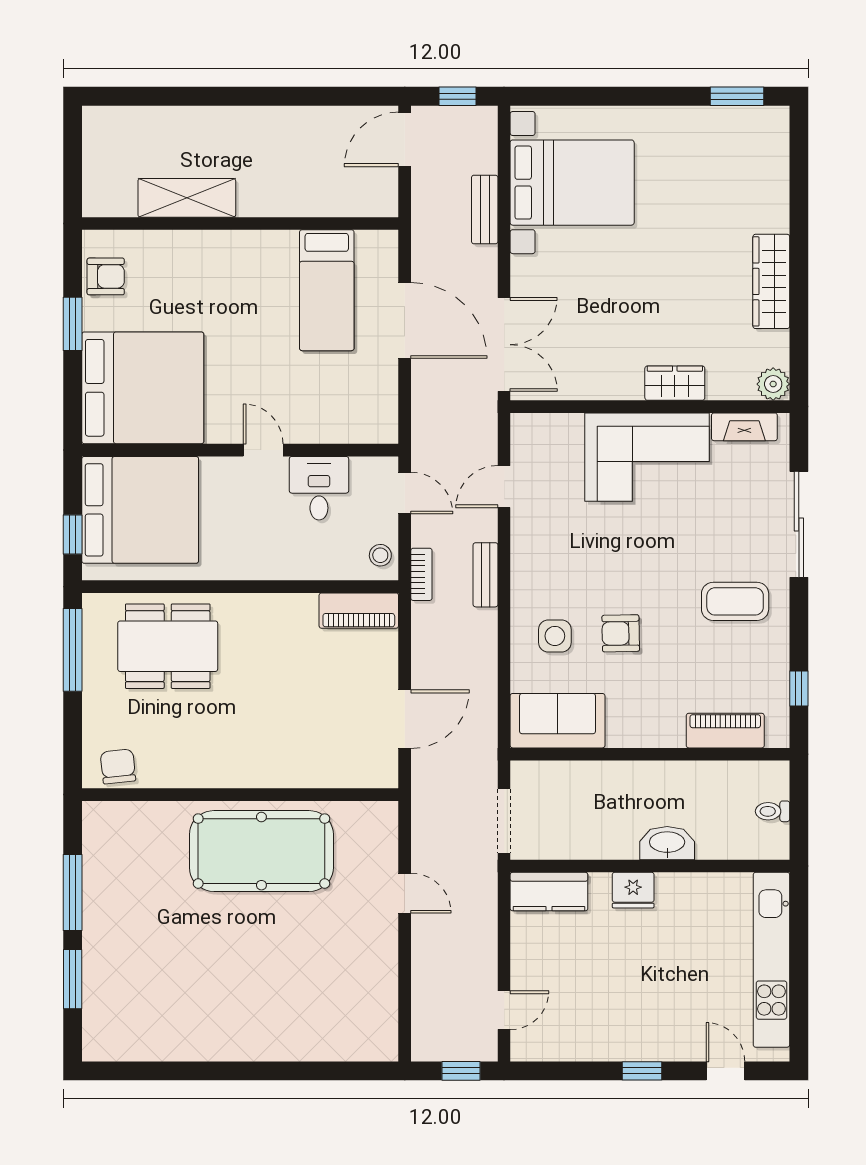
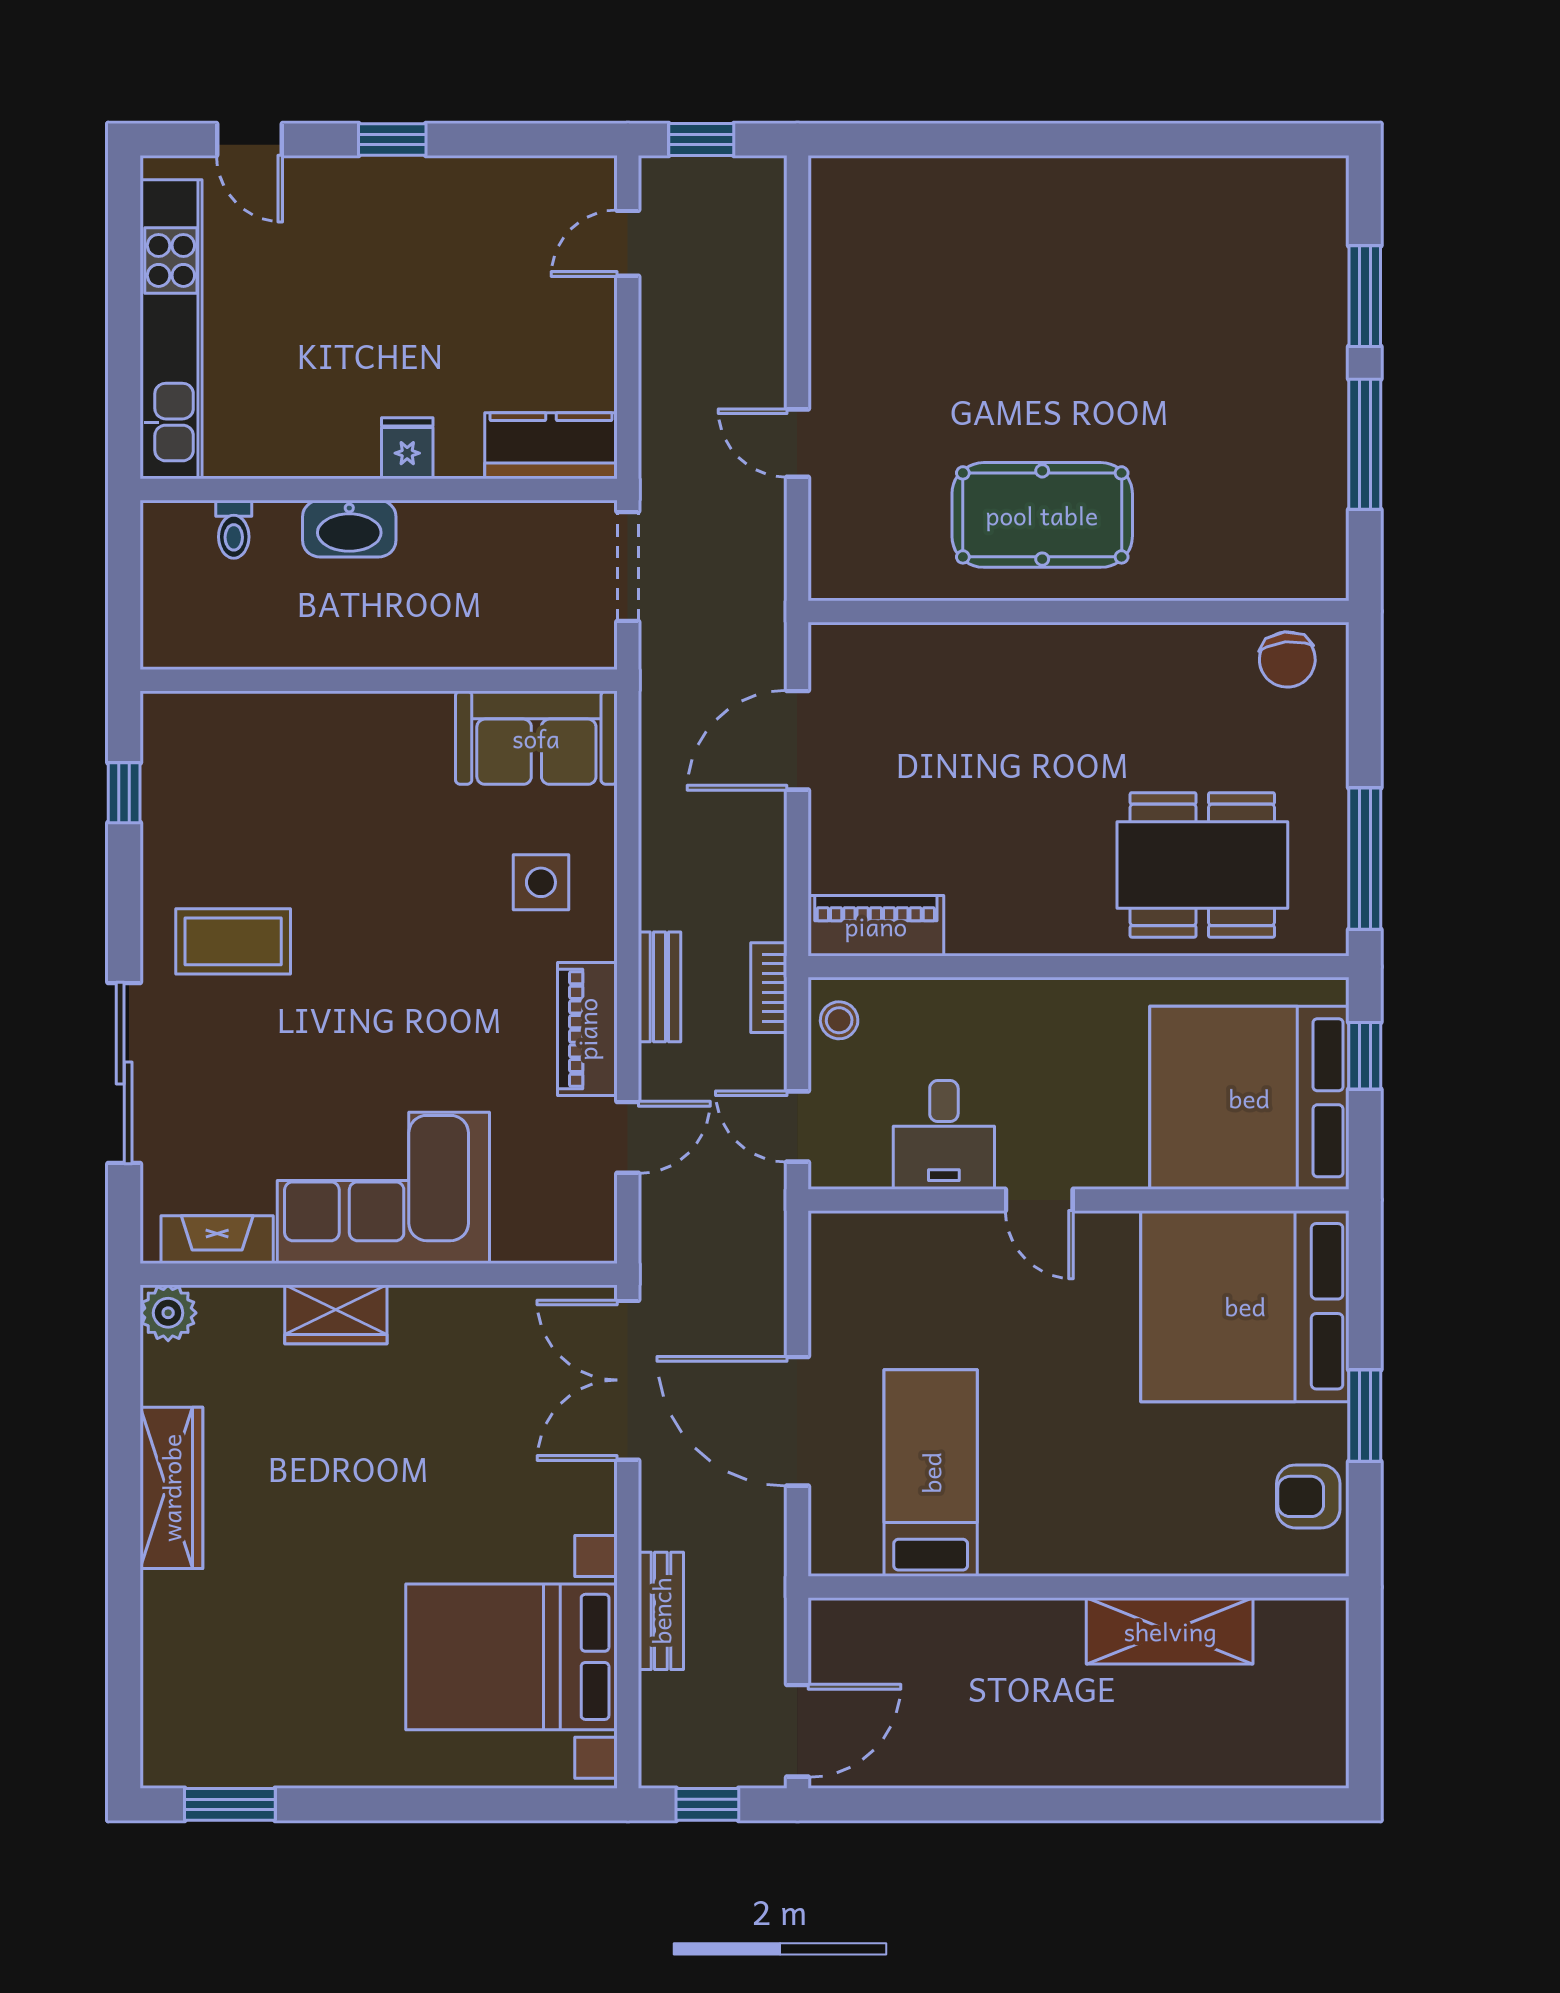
armchair: (621, 633) -> (429, 887), removed
piano: (725, 731) -> (587, 1029), moved, turned 90
toilet: (772, 811) -> (234, 529), moved, turned 90
pool table: (261, 851) -> (1042, 515), width x0.73, depth x0.76
fridge: (633, 890) -> (407, 448), width x0.72

